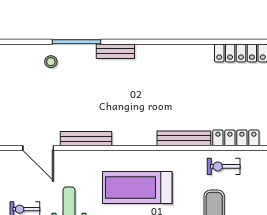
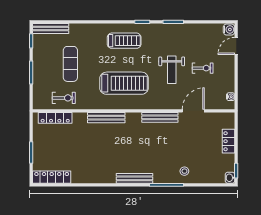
bench: (115, 51) -> (134, 178), width x1.36
bench: (184, 138) -> (106, 118), moved
door: (38, 148) -> (193, 111), hinge flipped

